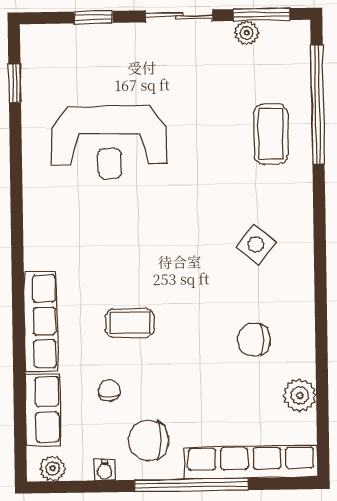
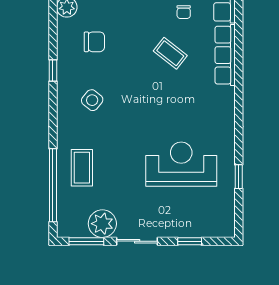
plant: (247, 33) -> (102, 224), width x1.87, depth x1.87
window: (15, 83) -> (239, 177), moved
window: (321, 292) -> (53, 70), added
coffee table: (130, 323) -> (170, 53), turned 38

